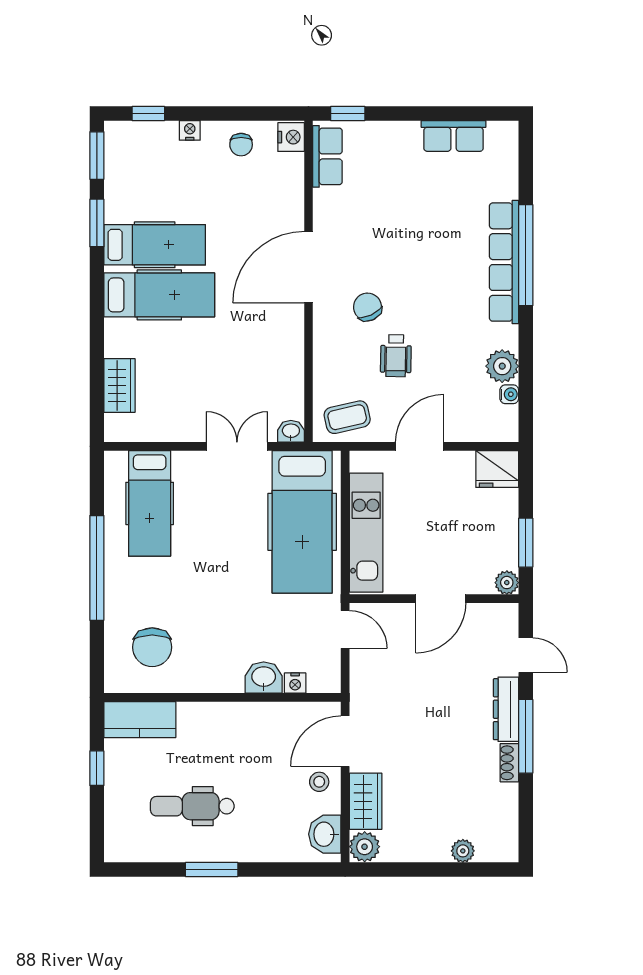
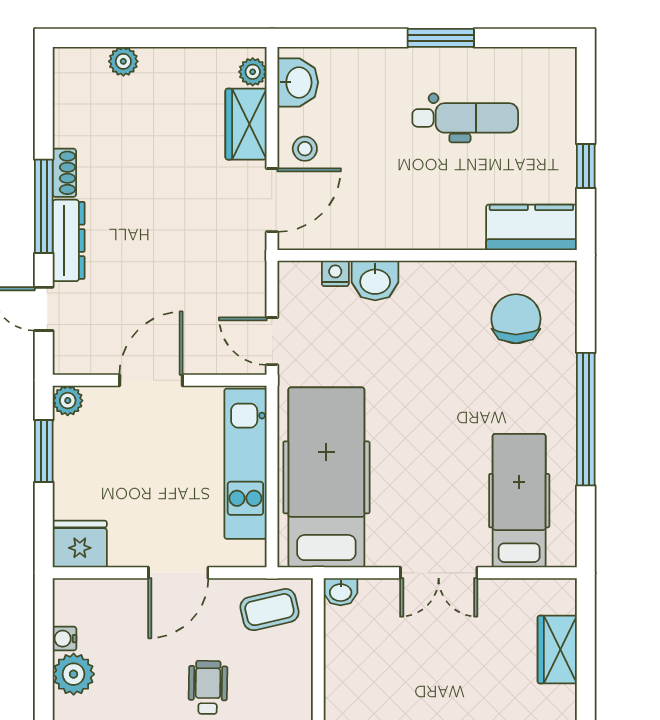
double door: (237, 446) -> (439, 573), moved
plant: (365, 847) -> (253, 72), width x0.73, depth x0.73

